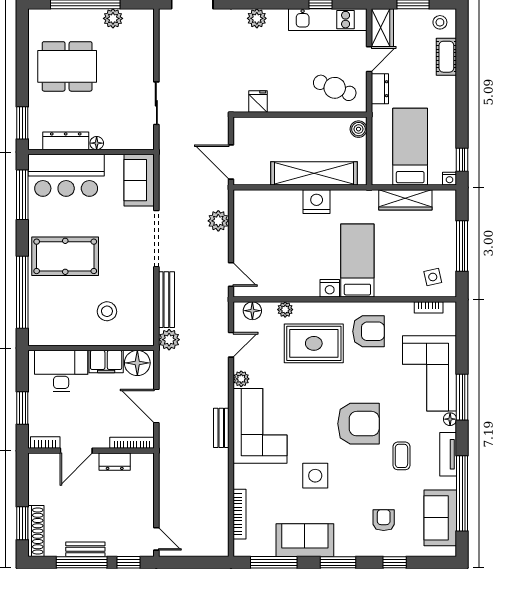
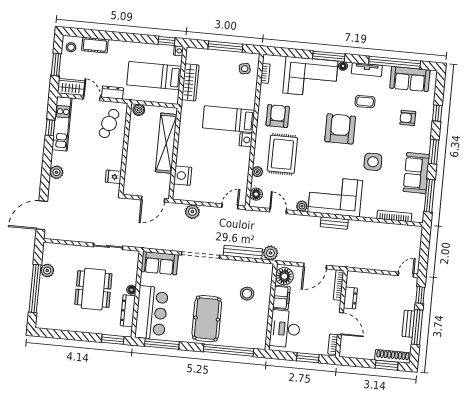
dining table: (67, 66) -> (93, 289), moved
nightstand: (317, 202) -> (183, 176), moved

